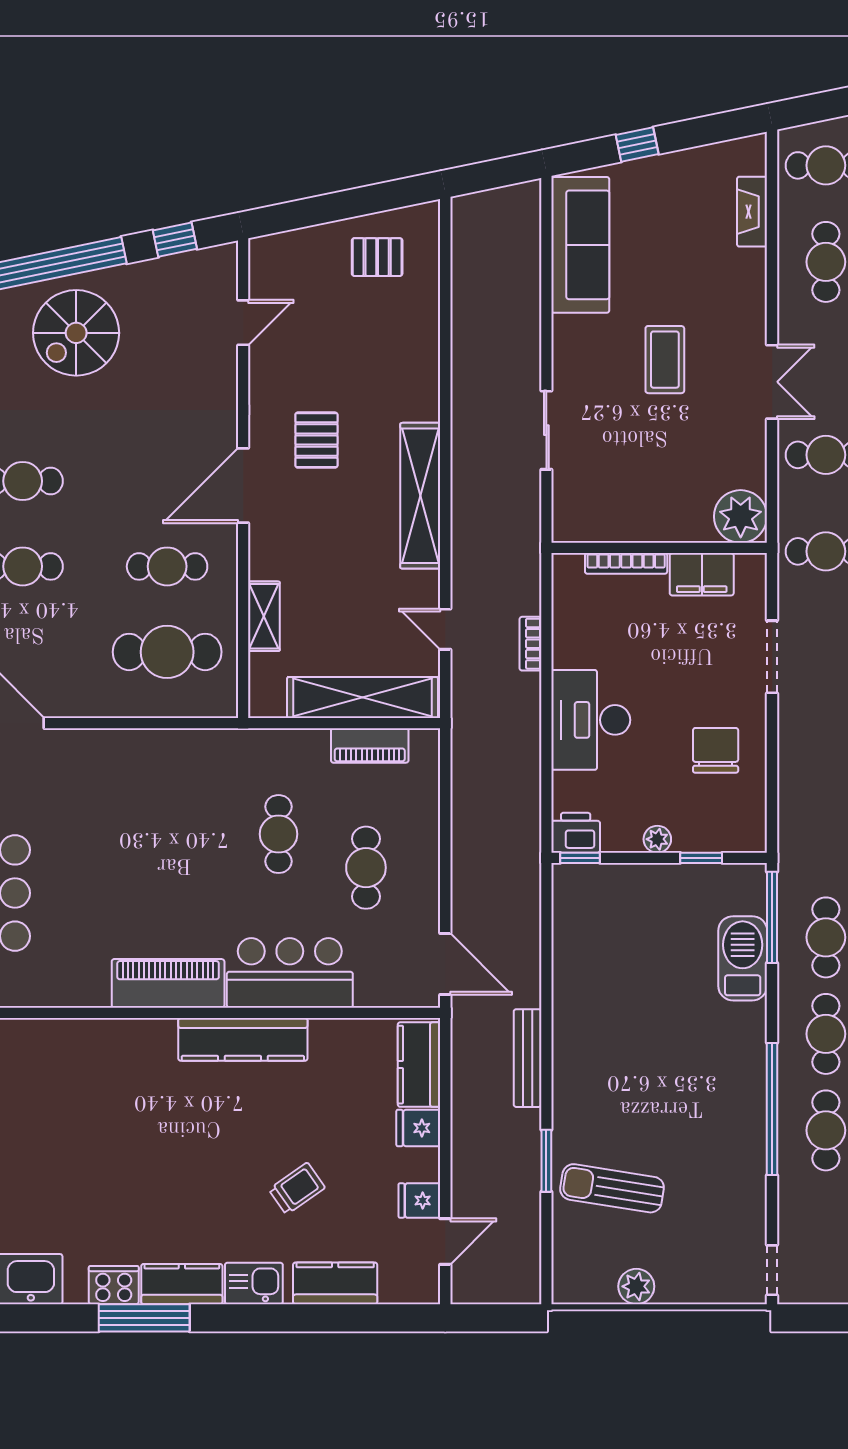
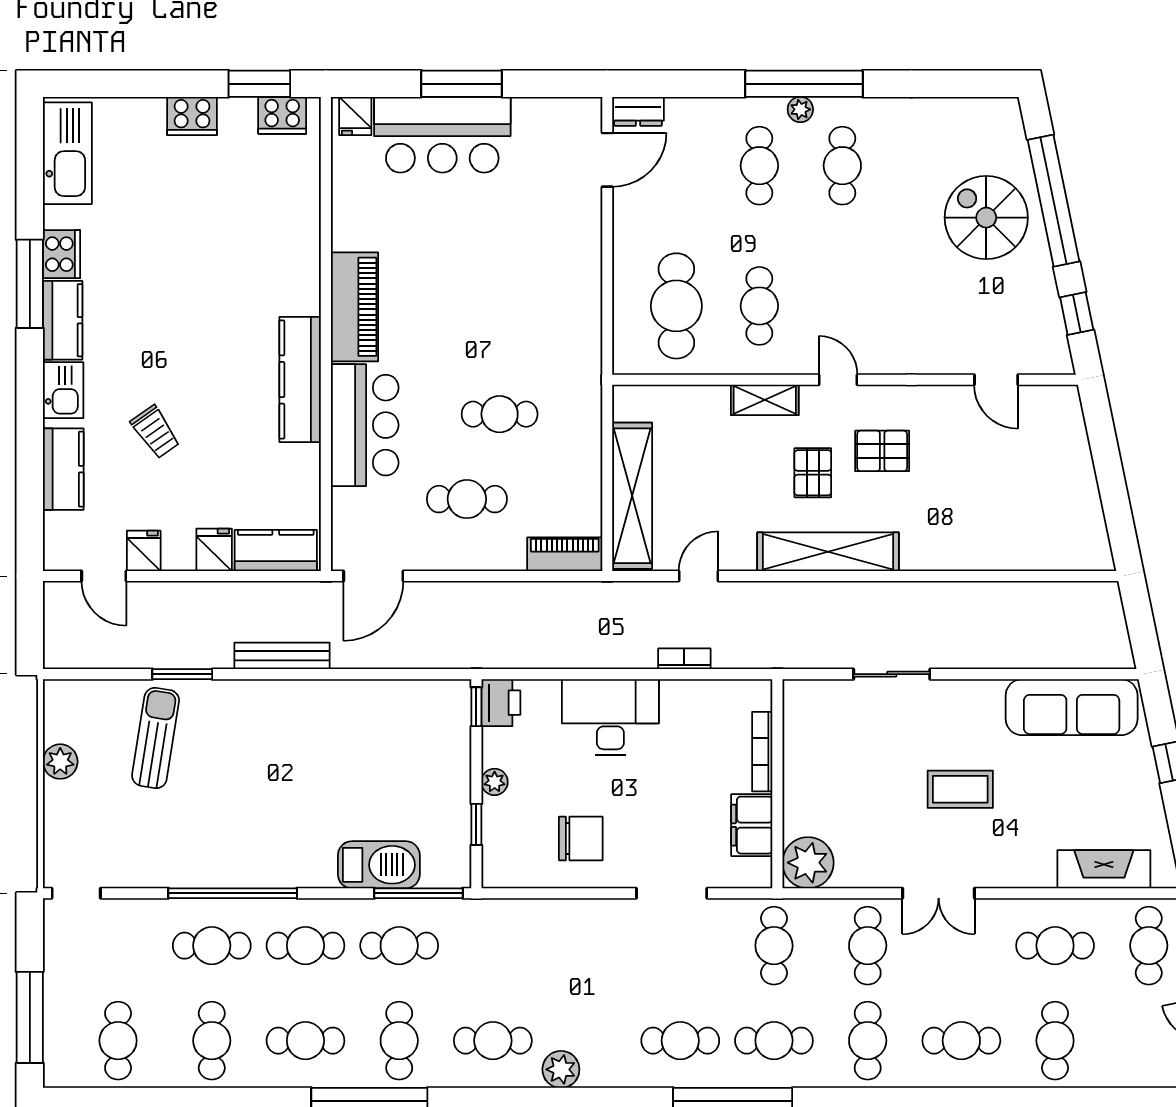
fireplace: (752, 212) -> (1104, 869), width x1.37, depth x1.32
pallet: (377, 257) -> (813, 473), moved
door: (243, 485) -> (838, 380), width x0.53
shelving: (264, 616) -> (765, 400), moved
piano: (370, 745) -> (565, 554), moved, turned 90

